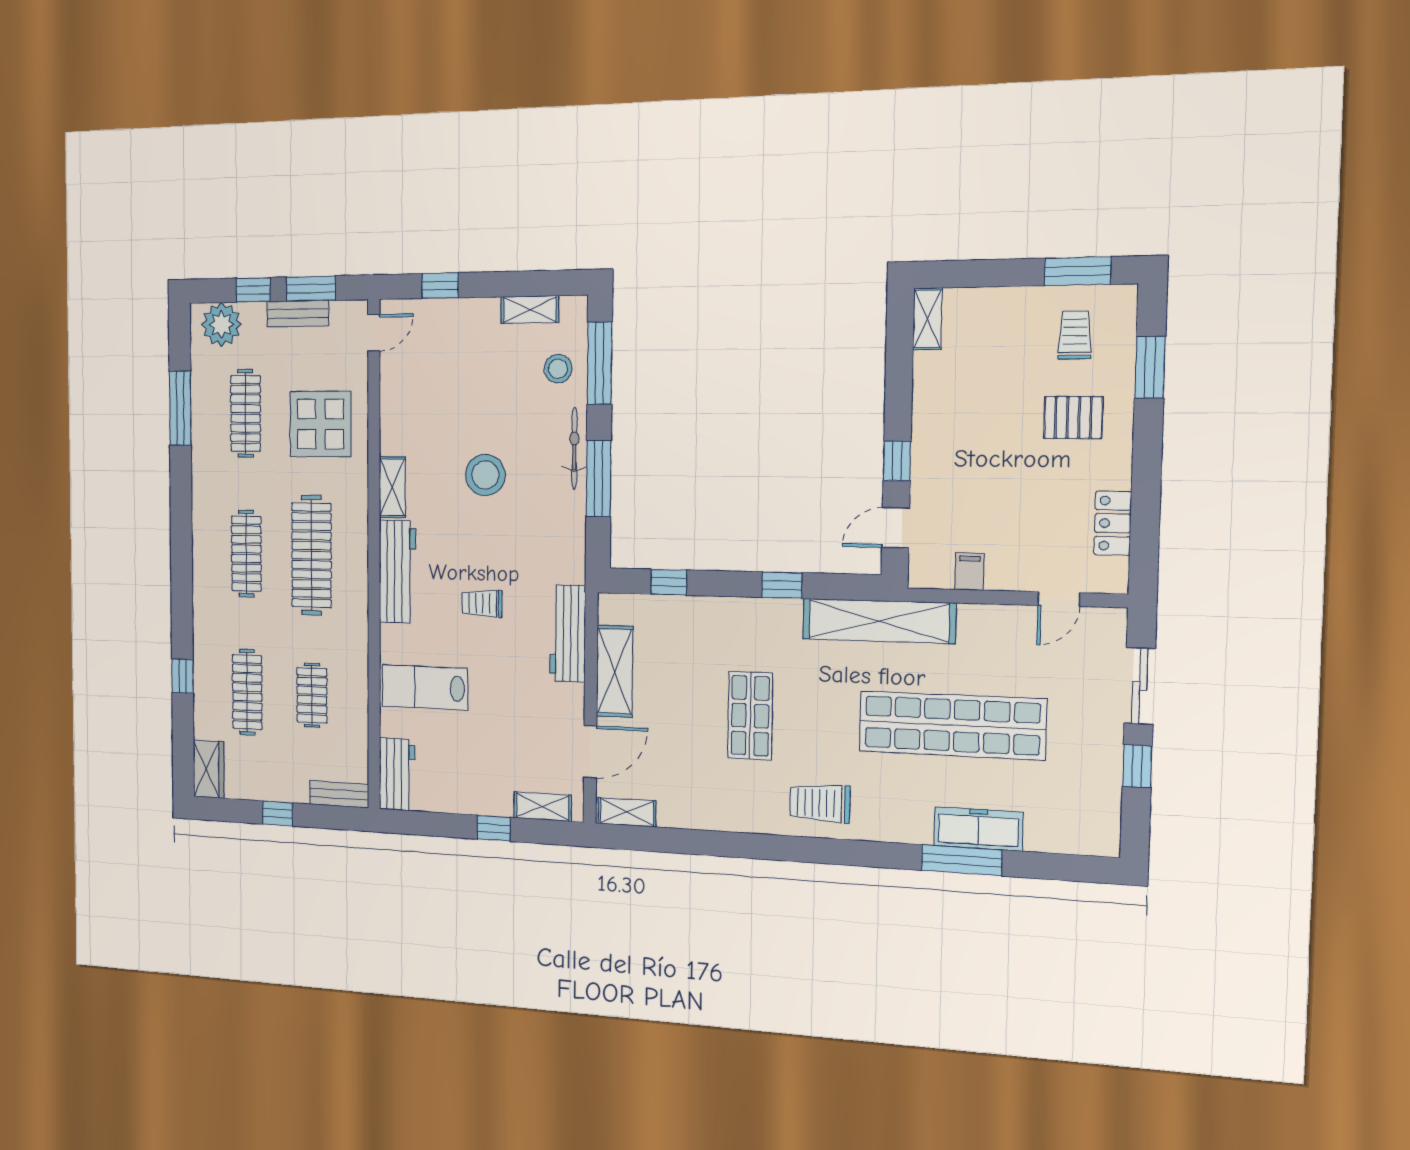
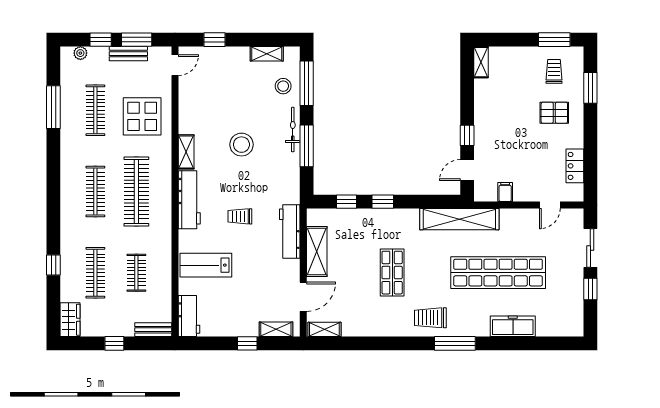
plant: (221, 325) -> (80, 53), width x0.53, depth x0.53
window: (782, 585) -> (383, 202), moved
window: (962, 860) -> (455, 343), moved

